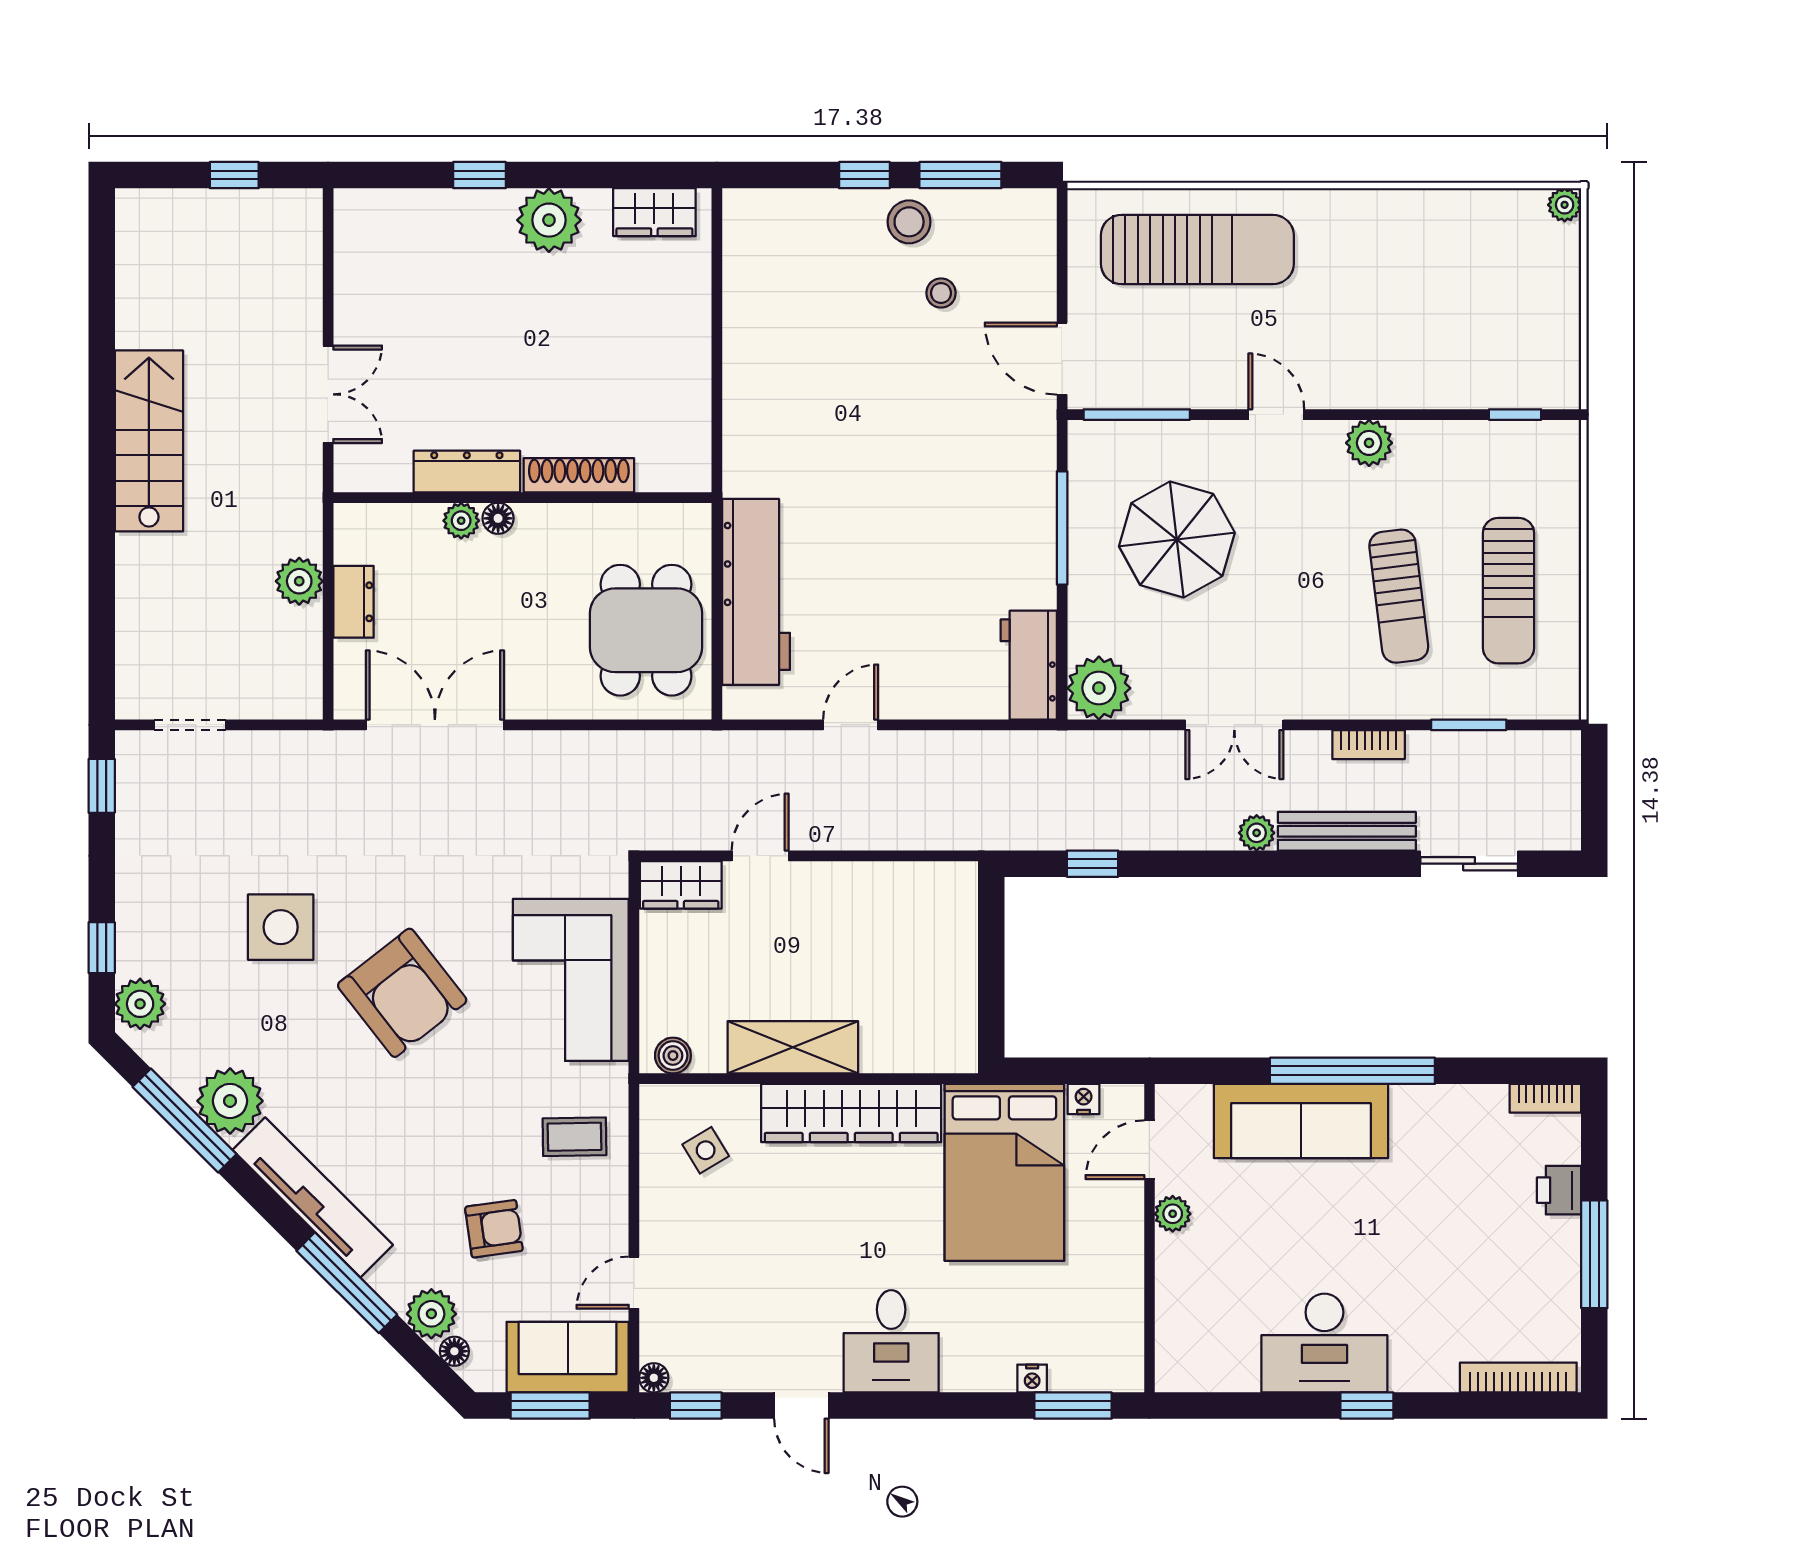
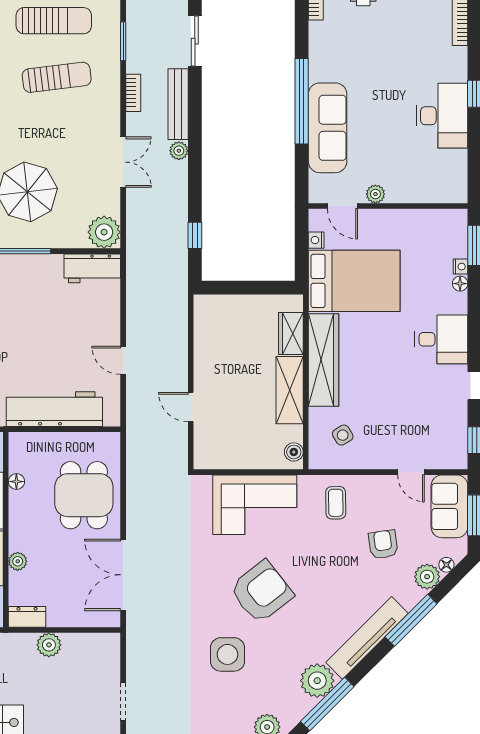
floor lamp: (498, 518) -> (16, 482), moved
dresser: (353, 602) -> (27, 617), moved
dining table: (646, 630) -> (84, 495), moved, turned 90
wardrobe: (681, 885) -> (291, 333), moved, turned 180
floor lamp: (654, 1378) -> (460, 284), moved

